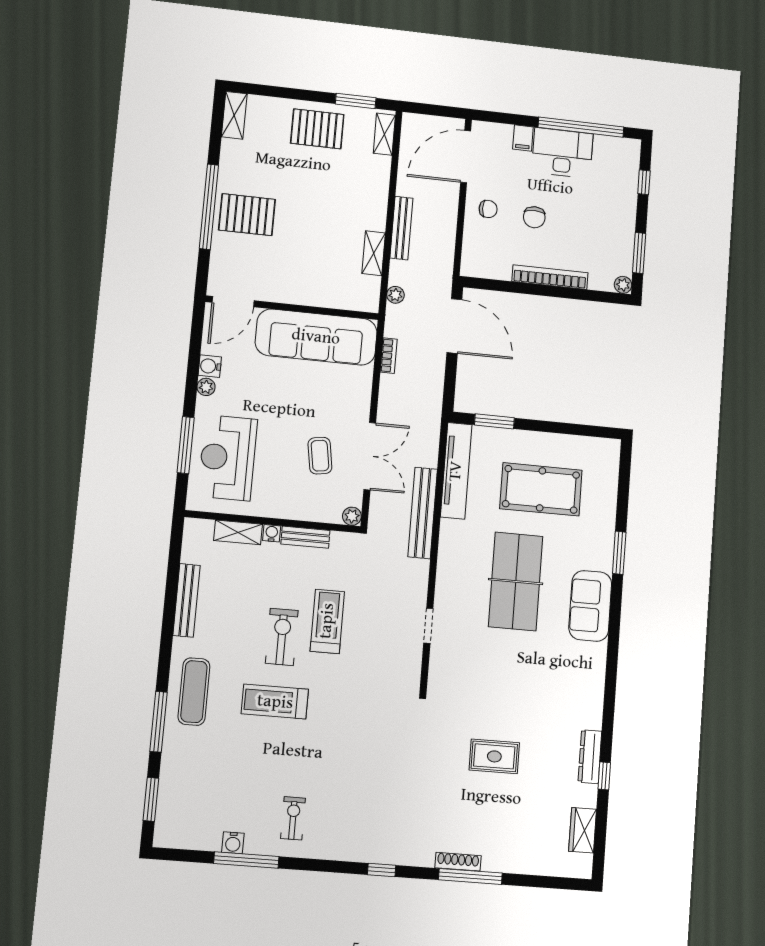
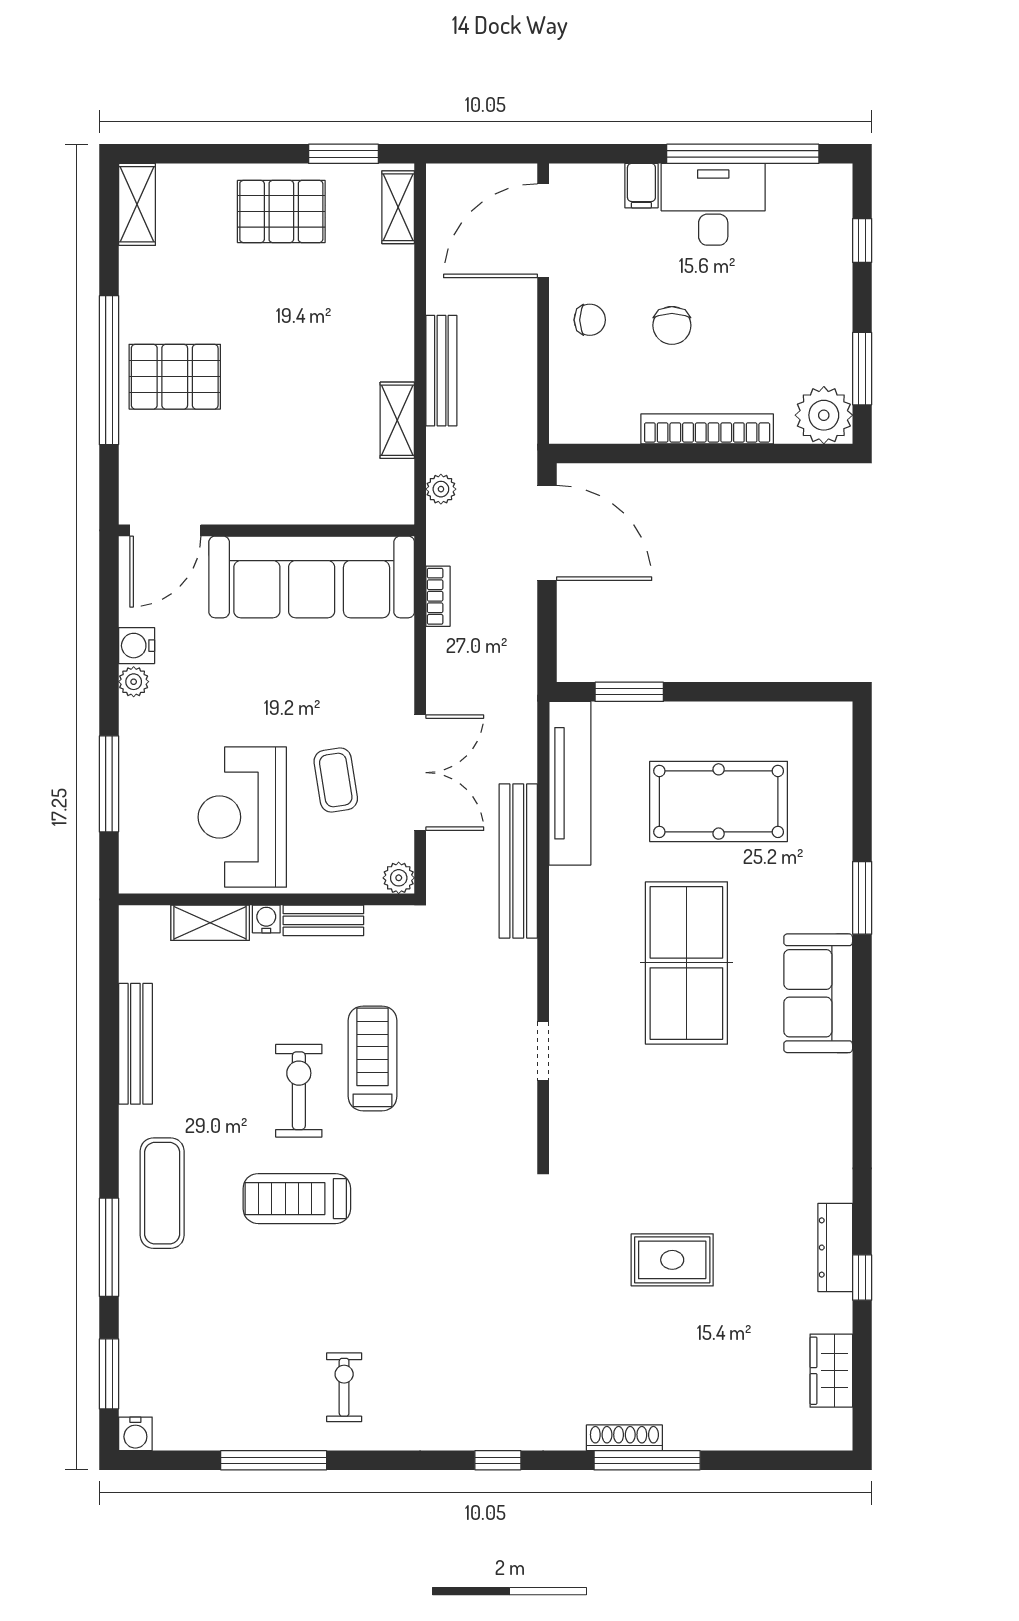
plant: (623, 285) -> (824, 415), width x1.88, depth x1.88
reception desk: (228, 458) -> (242, 817), moved
water cooler: (233, 843) -> (135, 1434), moved

